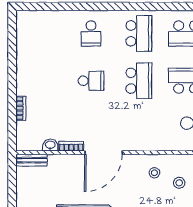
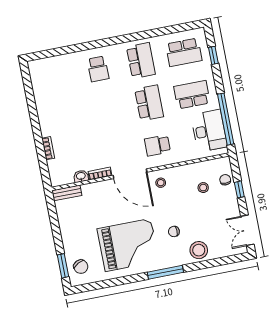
school desk: (91, 81) -> (157, 145), moved, turned 180
door: (103, 153) -> (130, 174), hinge flipped
stool: (154, 173) -> (161, 183), moved

